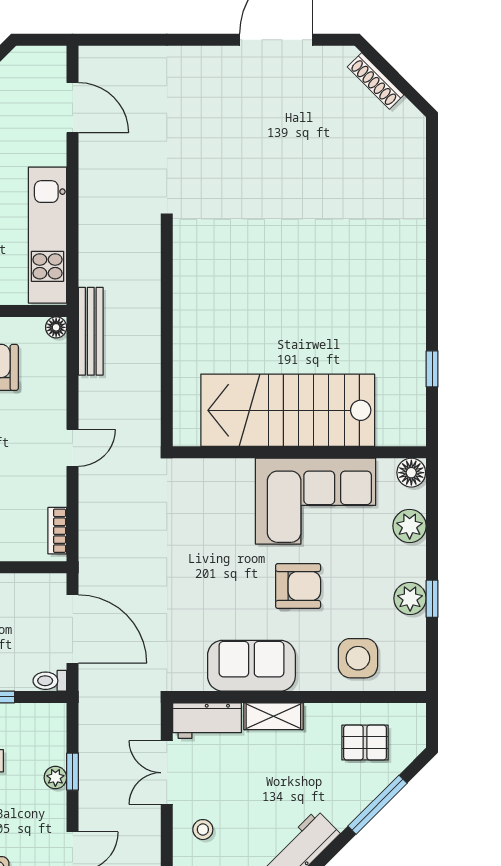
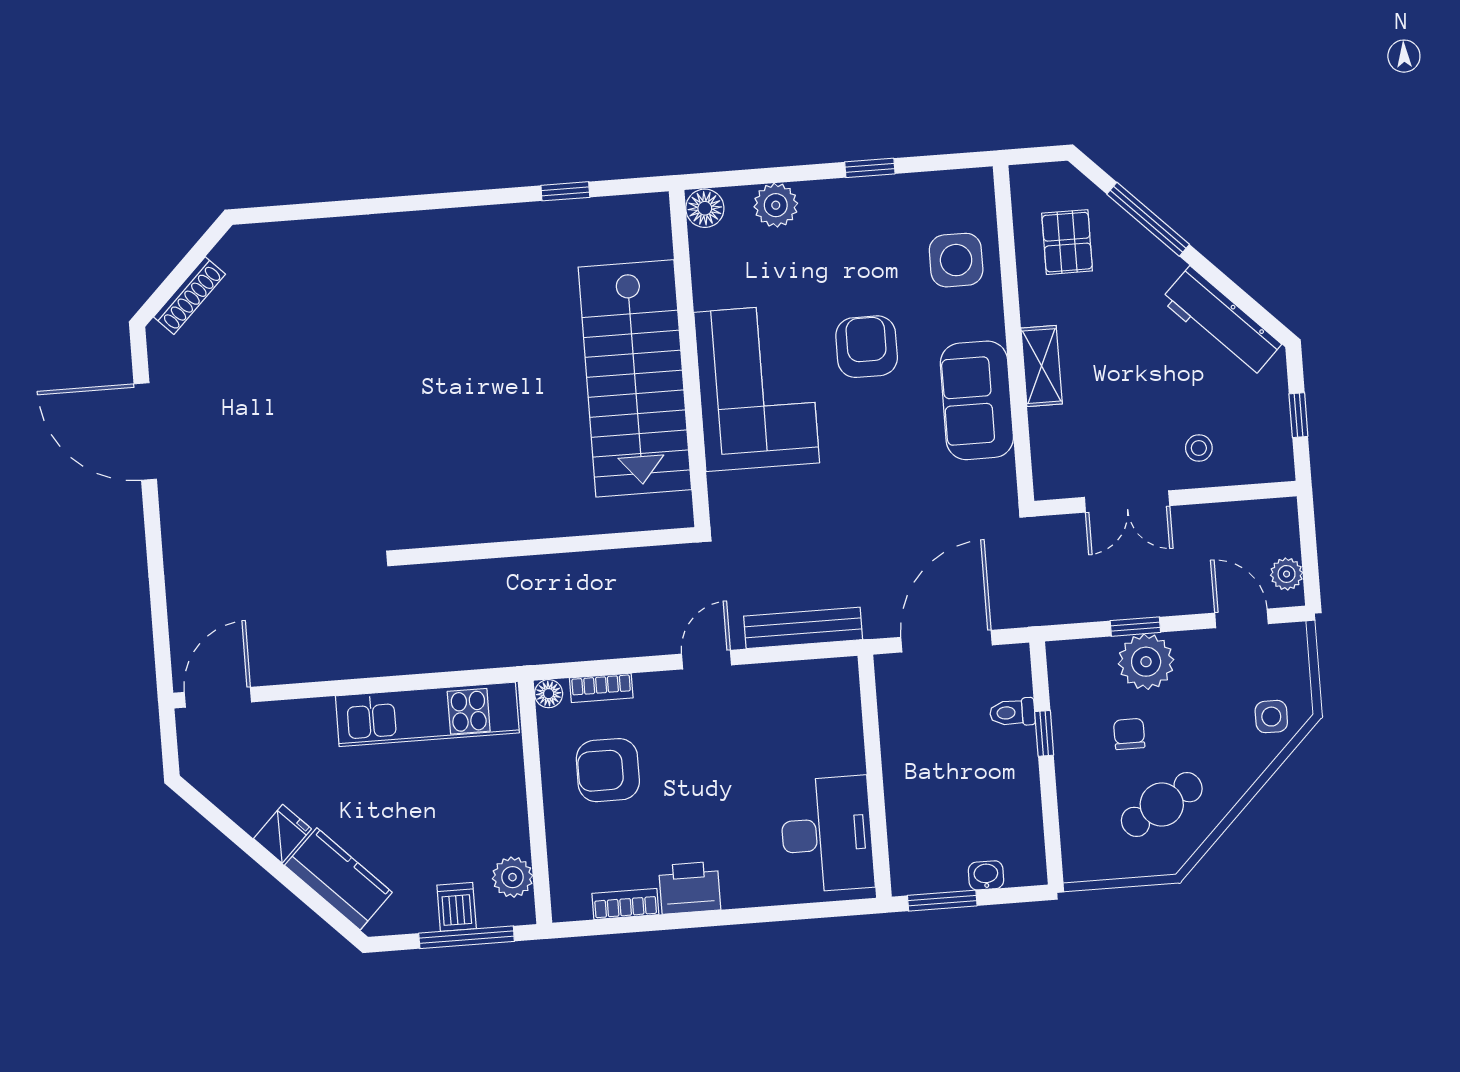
door: (73, 108) -> (218, 697), moved
bench: (91, 331) -> (803, 628), moved
door: (73, 448) -> (706, 660), hinge flipped
corner sofa: (315, 501) -> (757, 388), moved
bookcase: (57, 531) -> (601, 688), moved
plant: (410, 598) -> (872, 197), removed
toilet: (50, 681) -> (1012, 712), moved, turned 90
workbench: (207, 721) -> (1054, 454), removed
plant: (55, 778) -> (1146, 662), width x1.87, depth x1.87

